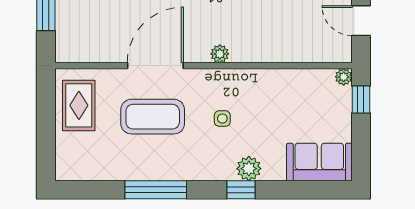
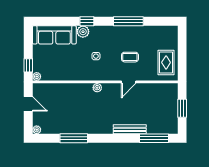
door: (155, 66) -> (129, 82), width x0.53
coffee table: (153, 117) -> (130, 57), width x0.54, depth x0.58
sofa: (319, 162) -> (54, 35), width x1.36

